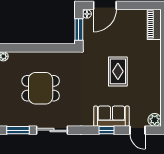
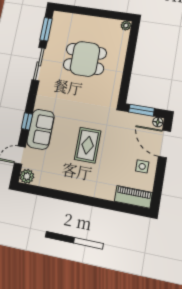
side table: (127, 21) -> (142, 166), added
rug: (118, 71) -> (88, 145), turned 90
dining table: (41, 88) -> (85, 59), turned 90

